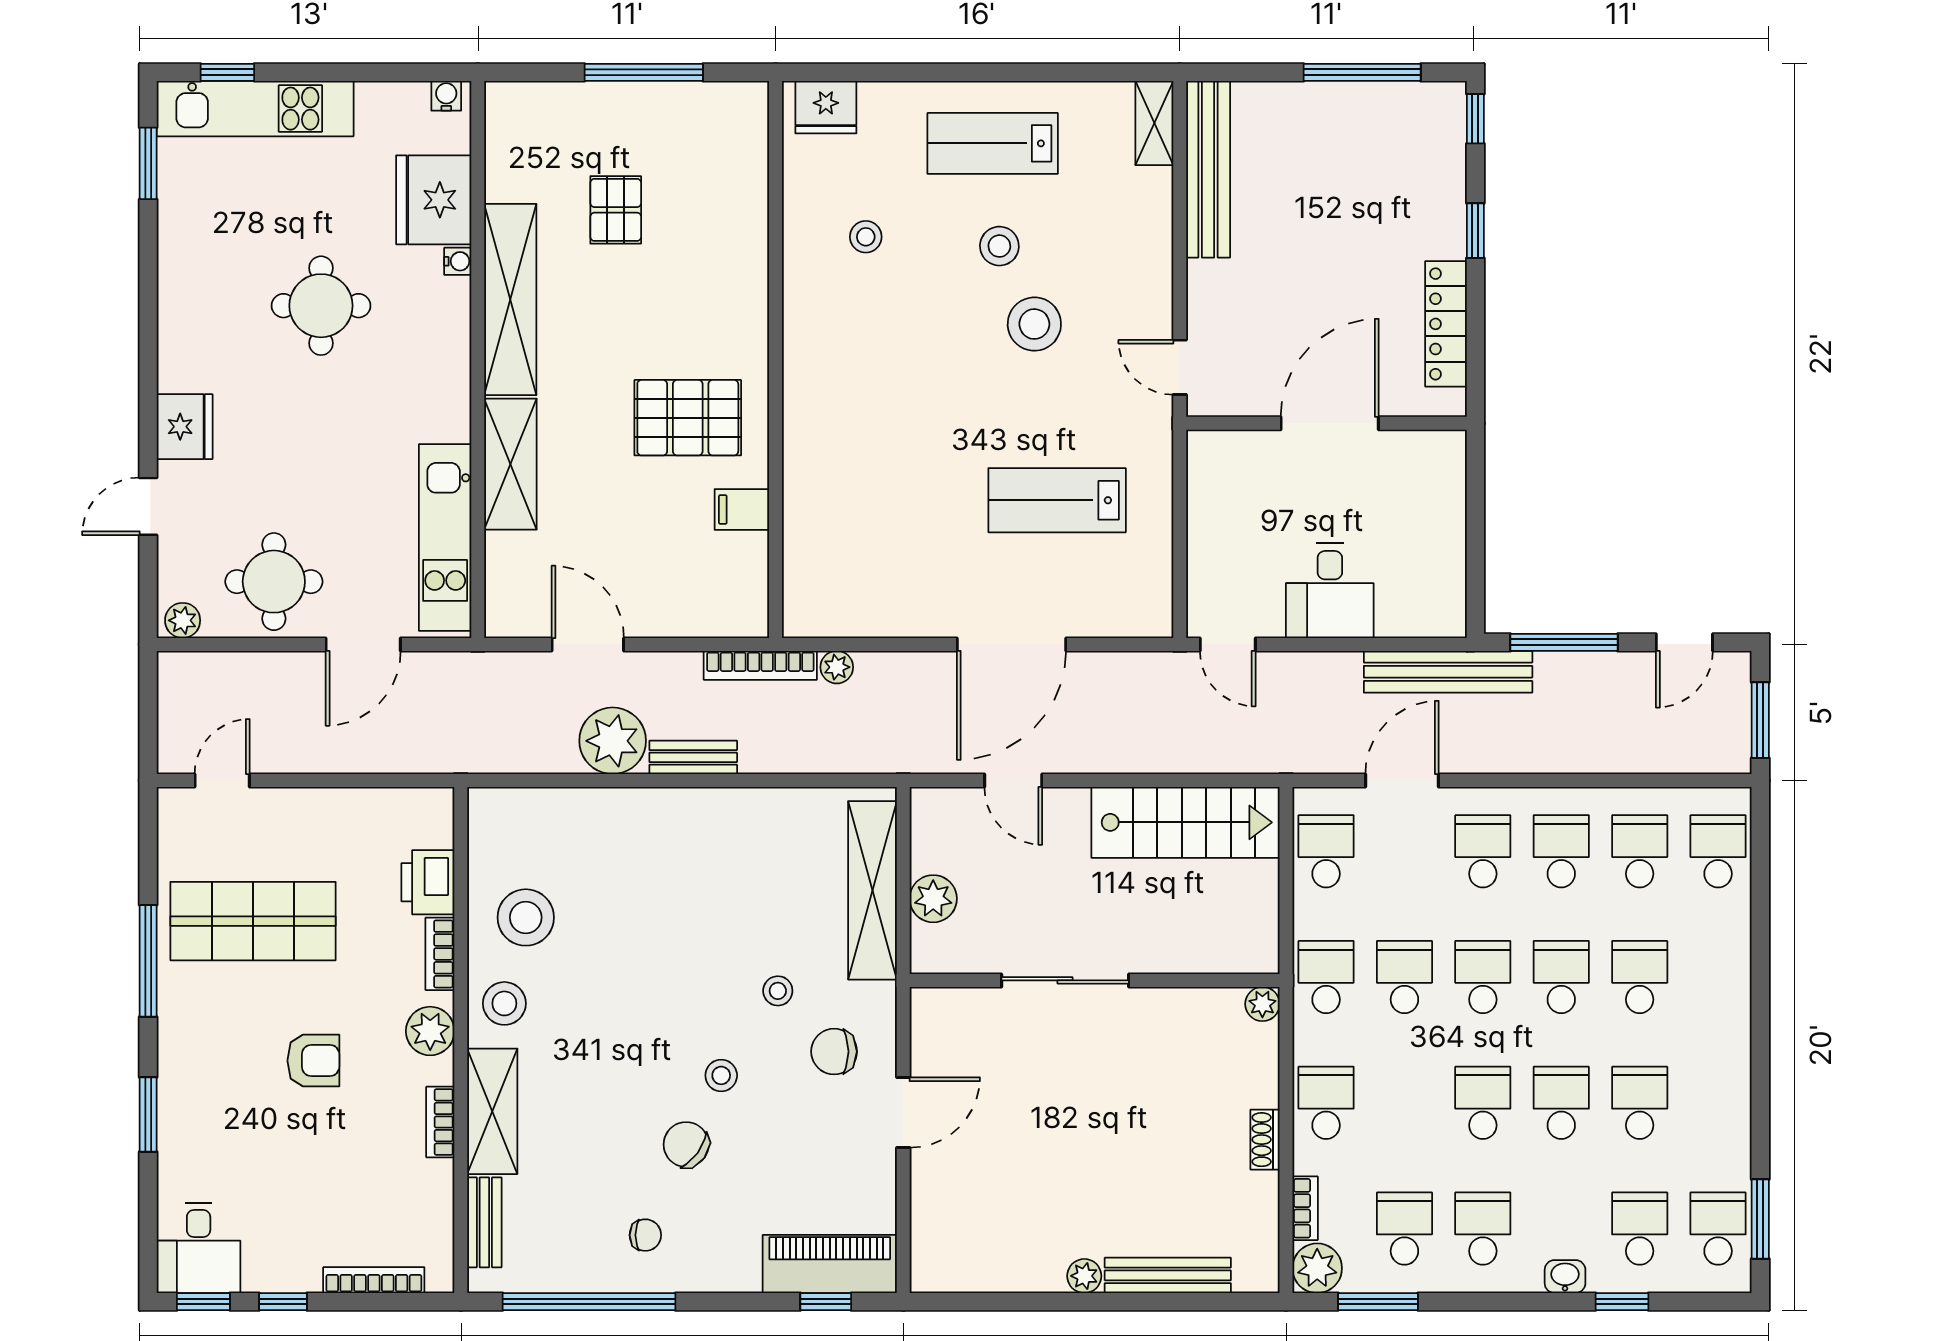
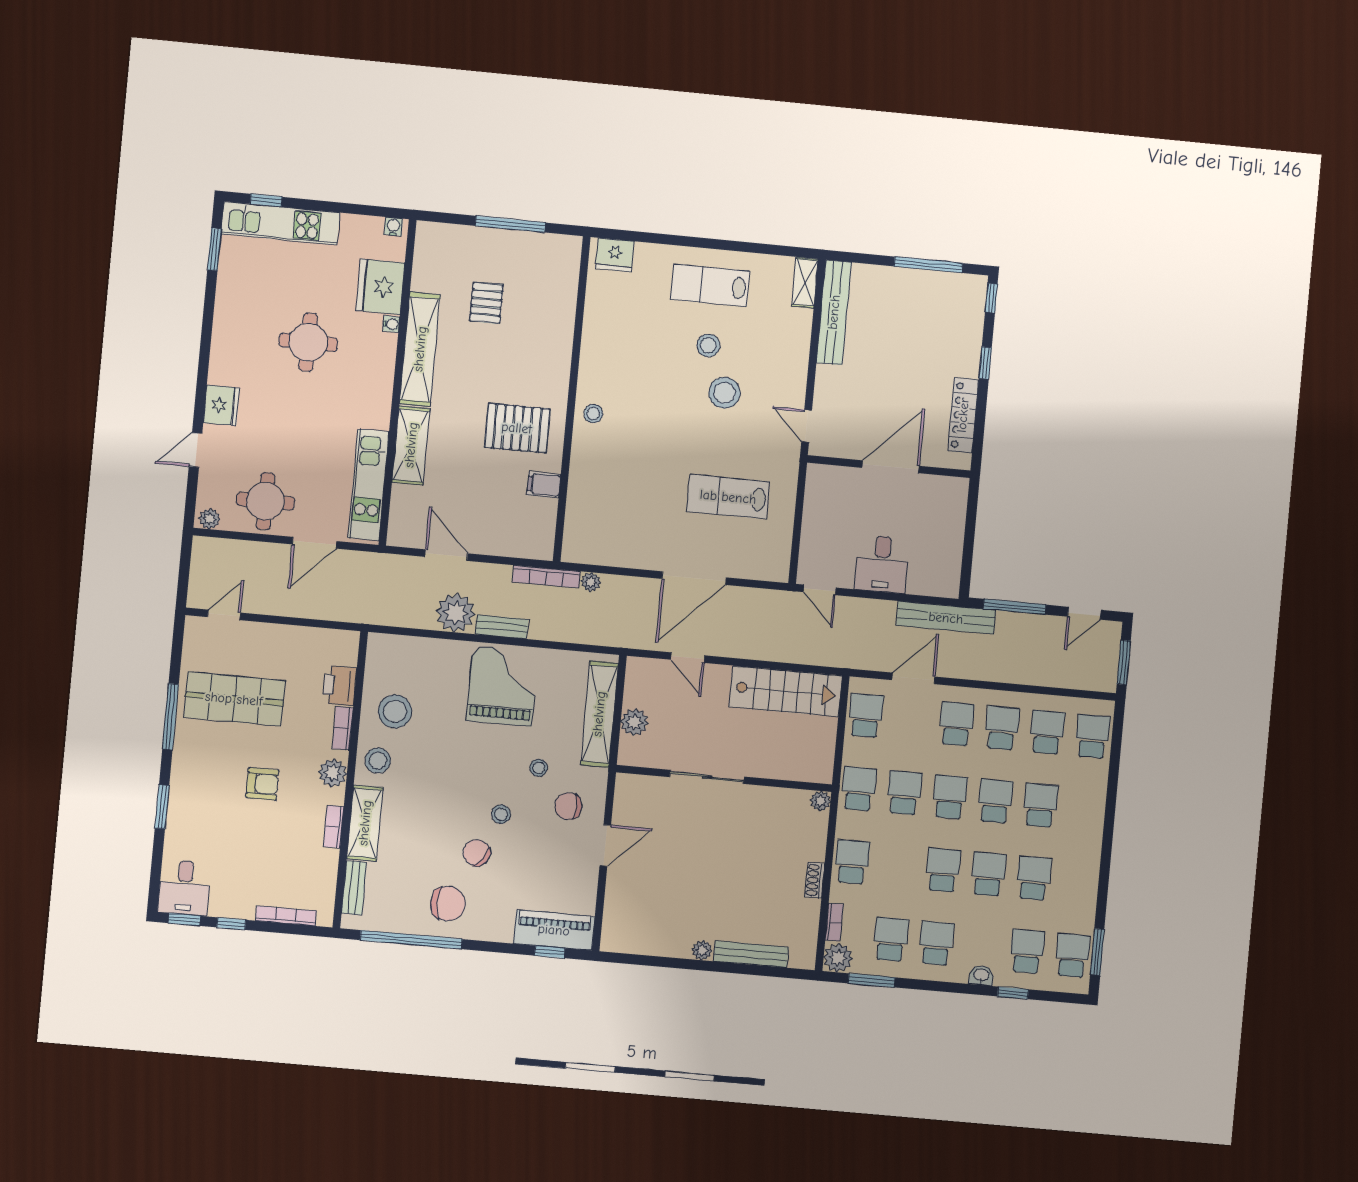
stool: (866, 237) -> (593, 414), moved
grand piano: (703, 858) -> (502, 686), added
chair: (645, 1235) -> (448, 904), width x1.87, depth x1.87

